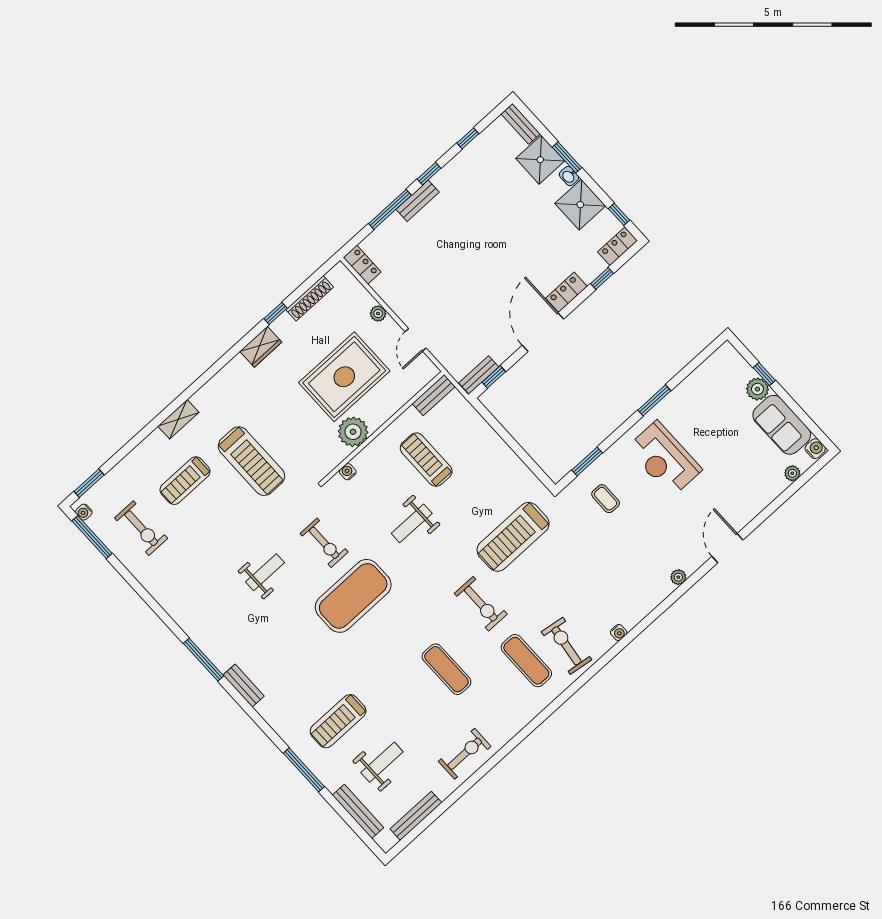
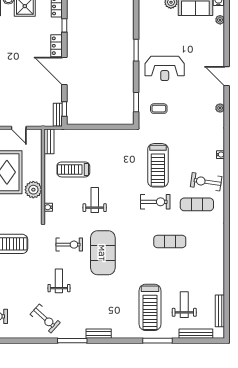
weight bench: (412, 523) -> (95, 200), turned 180
treadmill: (513, 537) -> (158, 165), moved
treadmill: (338, 721) -> (150, 307), width x1.37, depth x1.38
exercise bike: (465, 754) -> (45, 318), moved, turned 132

